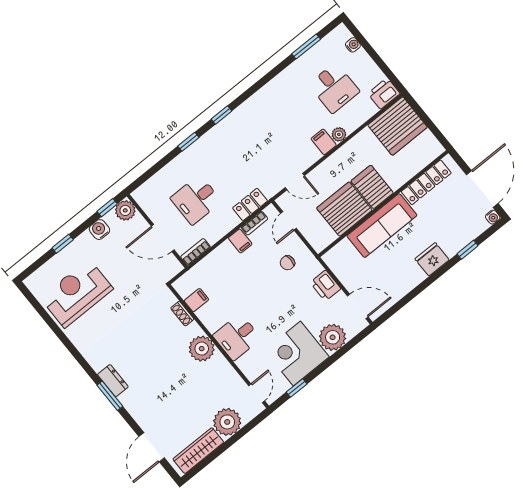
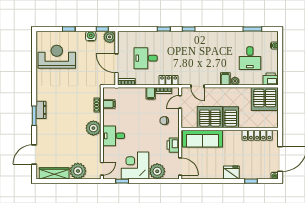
sofa: (382, 226) -> (203, 139), moved

